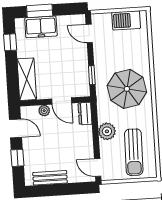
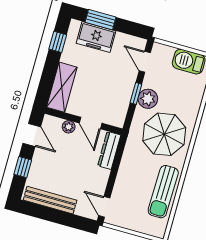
window: (92, 75) -> (136, 93), moved
dresser: (85, 114) -> (109, 150), width x1.44
plant: (107, 131) -> (148, 99), moved
sun lounger: (134, 152) -> (163, 192), moved
bench: (50, 178) -> (50, 200), width x1.36

